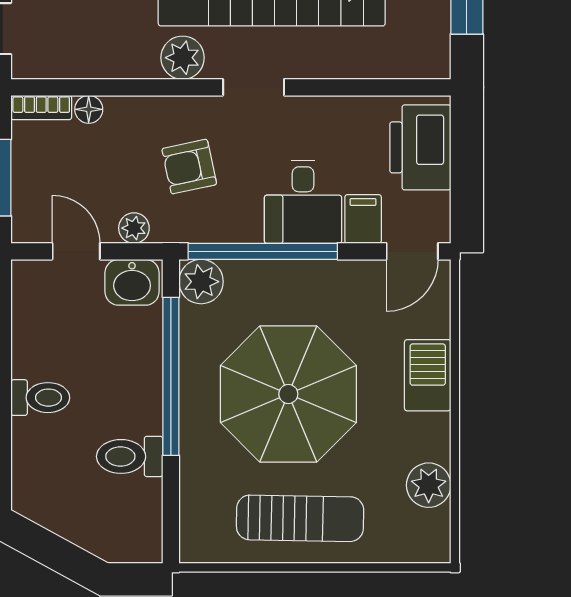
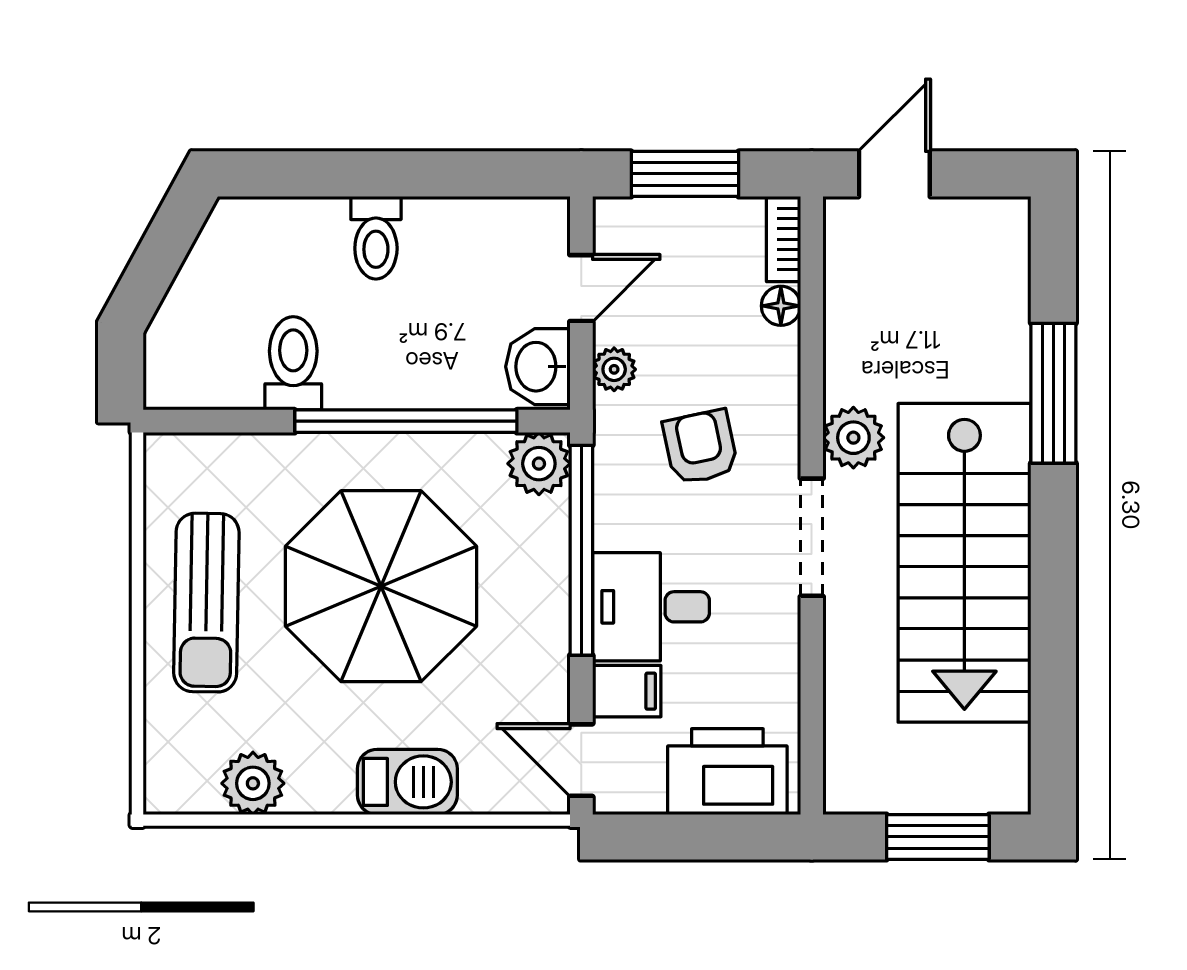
doorway: (254, 87) -> (812, 537), width x1.38

